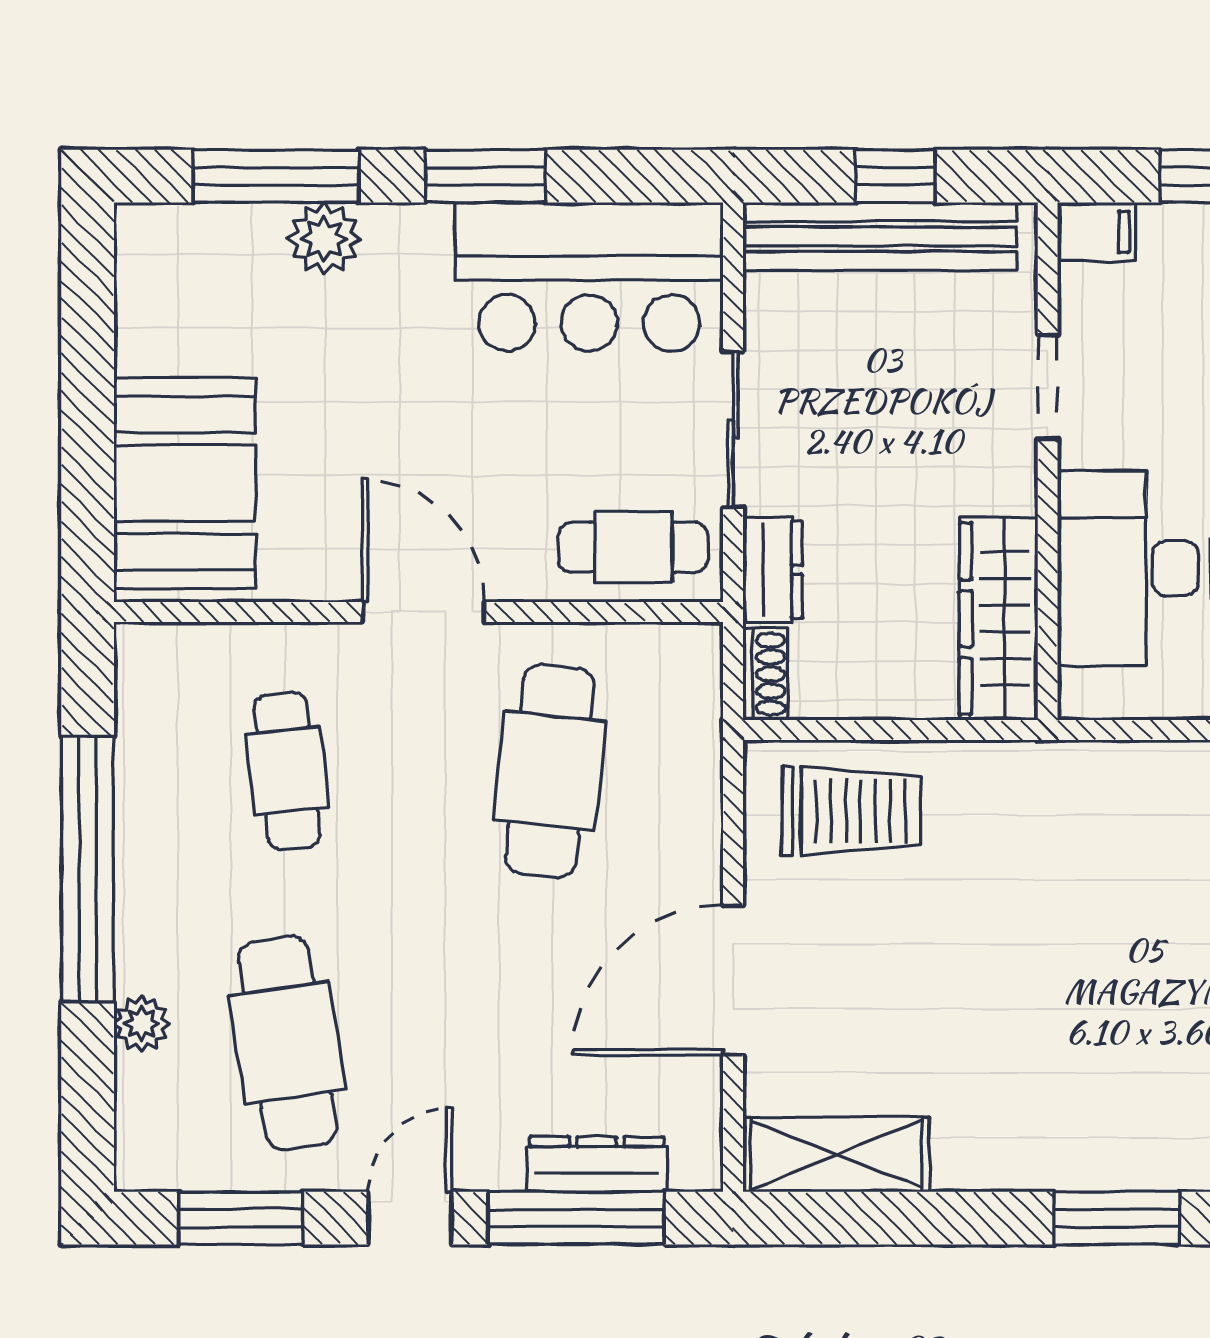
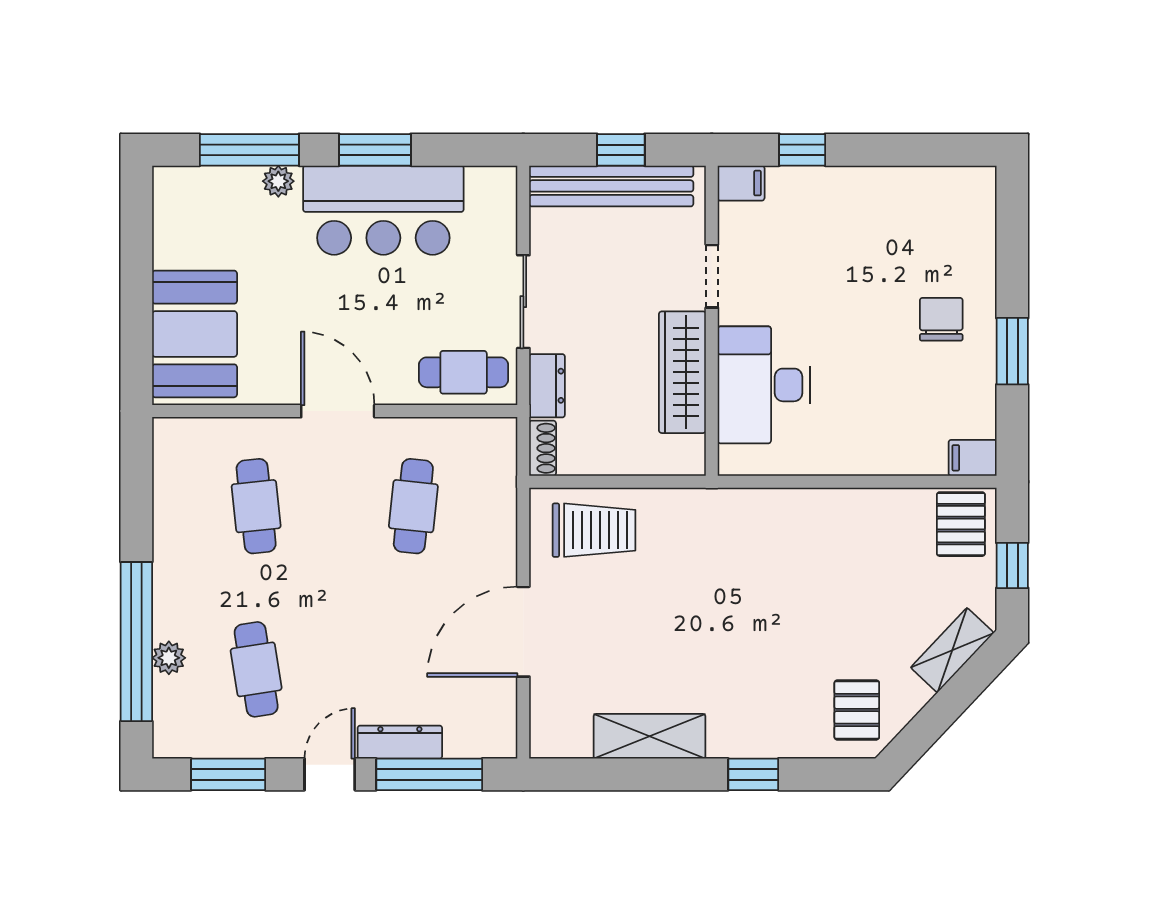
plant: (324, 238) -> (278, 181), width x0.73, depth x0.73
bar counter: (589, 277) -> (383, 210), moved
wardrobe: (999, 619) -> (682, 372), moved
cafe table: (550, 771) -> (413, 506), width x0.73, depth x0.74
window: (88, 869) -> (136, 642), moved
cafe table: (287, 1043) -> (256, 669), width x0.73, depth x0.74
shelving: (836, 1155) -> (649, 736), moved
dresser: (597, 1164) -> (400, 742), moved
window: (1117, 1218) -> (753, 774), width x0.67

